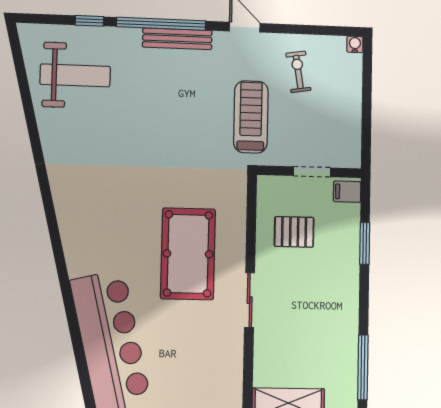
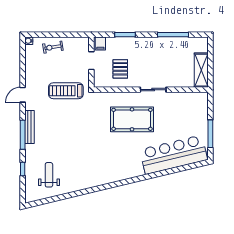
window: (161, 24) -> (23, 135), width x0.68
exercise bike: (298, 72) -> (53, 47), moved
weight bench: (75, 75) -> (49, 175), width x0.73, depth x0.75
window: (363, 367) -> (173, 35), moved

